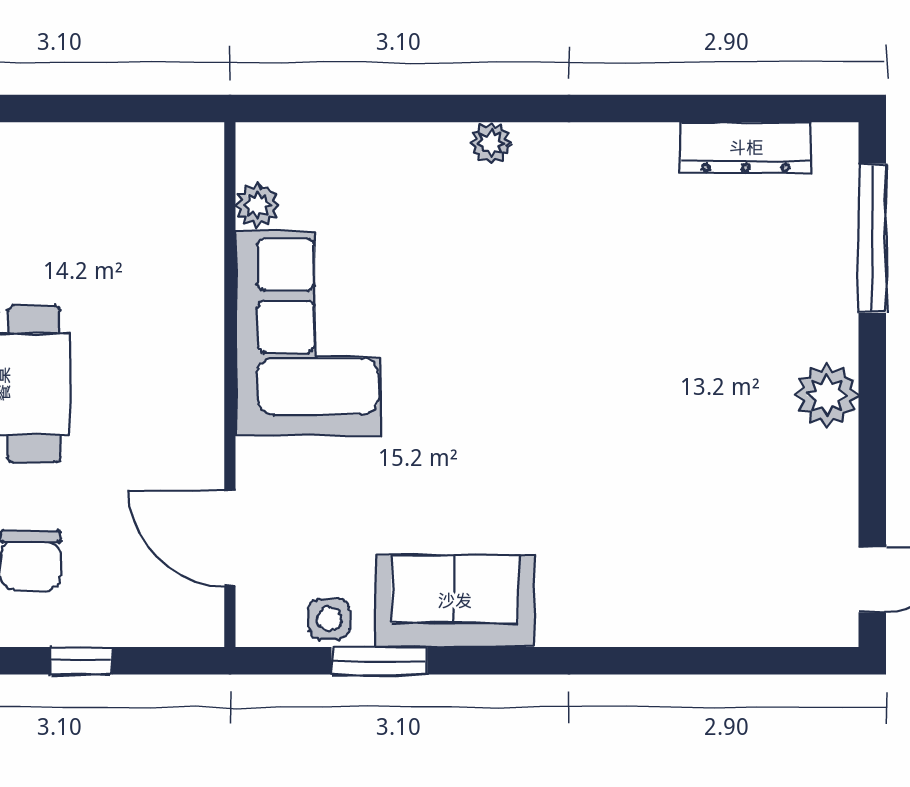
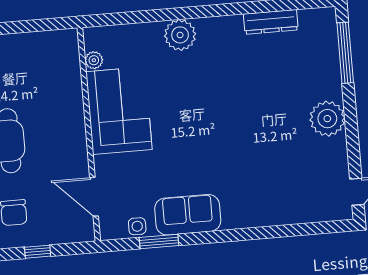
plant: (491, 143) -> (180, 35), width x1.87, depth x1.87
dresser: (746, 148) -> (271, 22), moved
plant: (827, 395) -> (327, 119), width x1.36, depth x1.36

